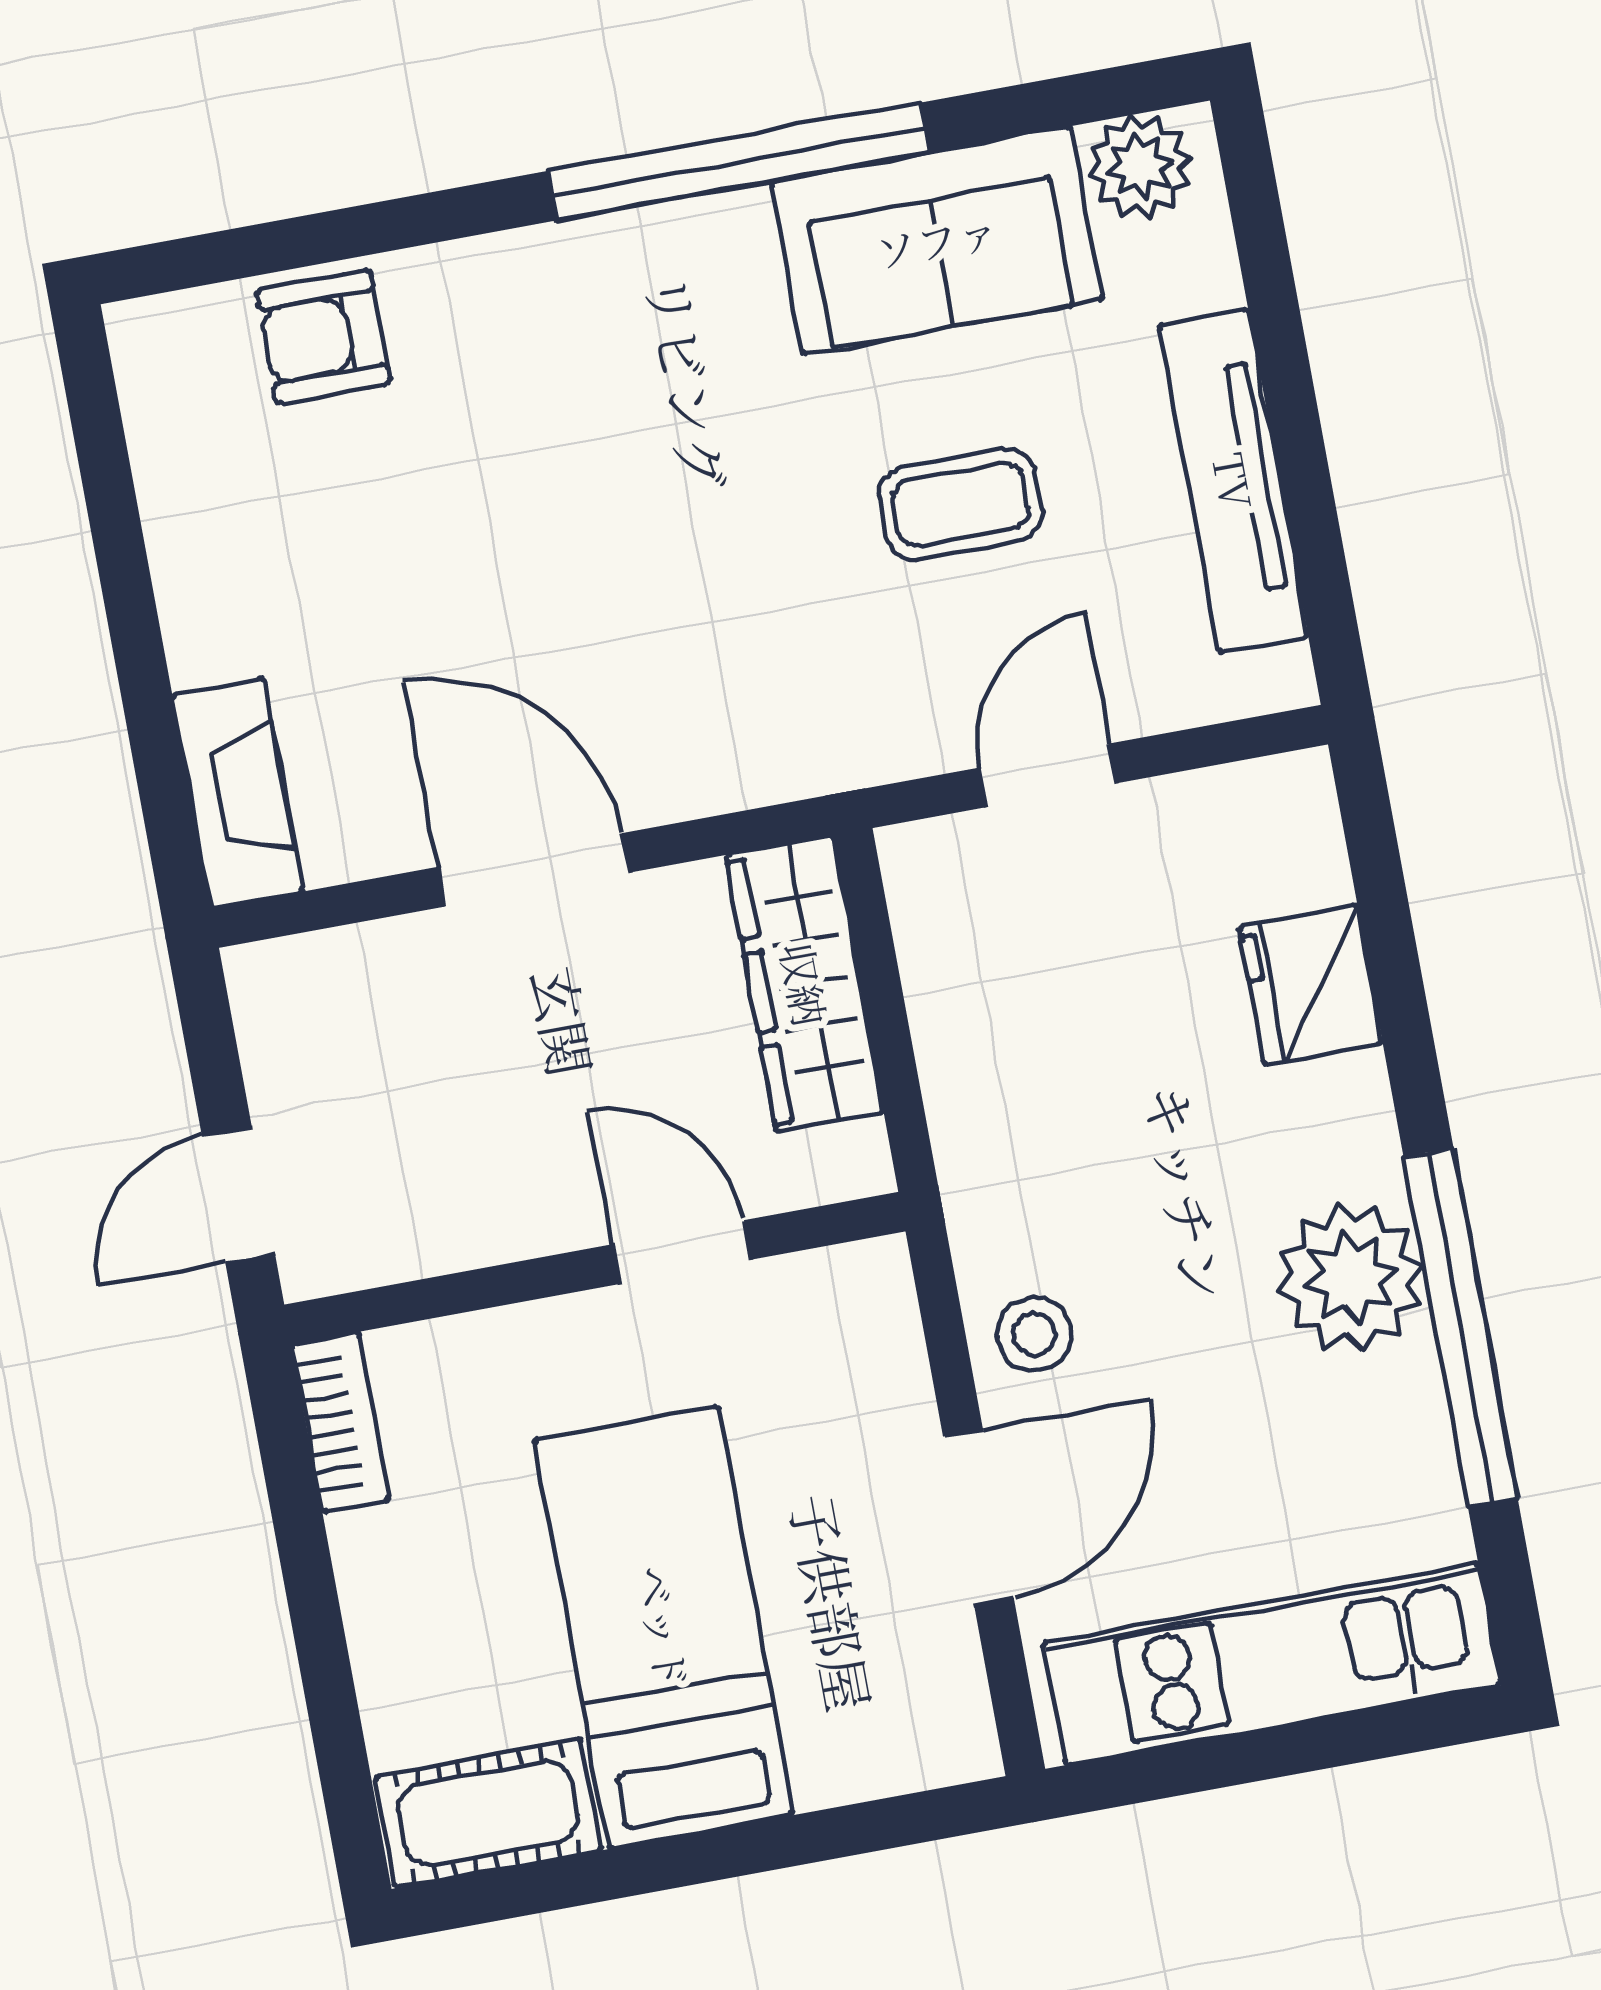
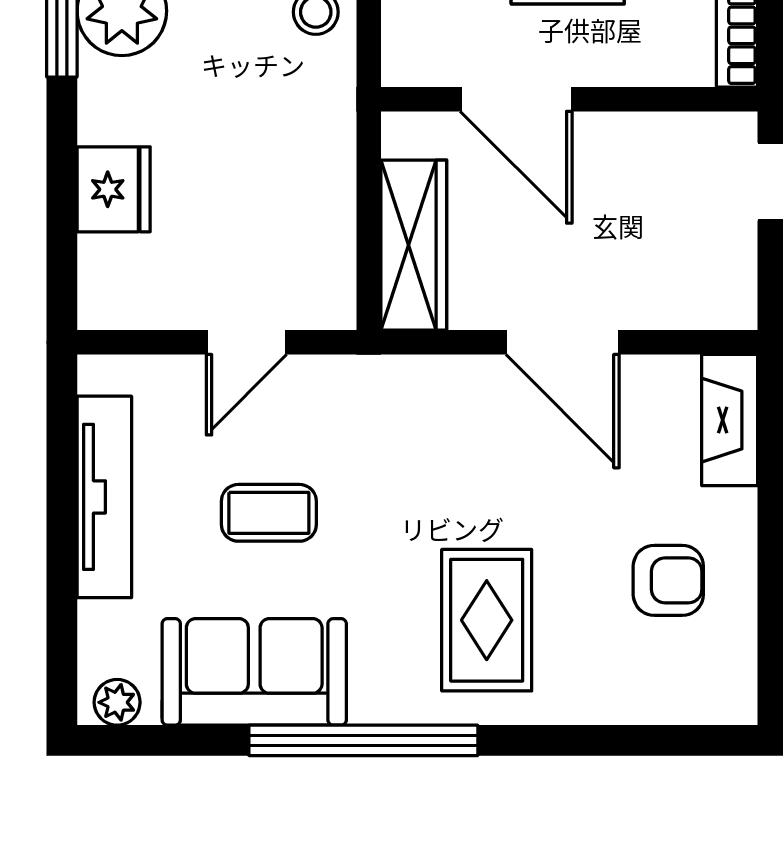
plant: (1140, 166) -> (117, 702), width x0.73, depth x0.73
armchair: (323, 337) -> (668, 580), moved
rug: (574, 394) -> (487, 620), added
door: (682, 1252) -> (516, 99), width x1.37

